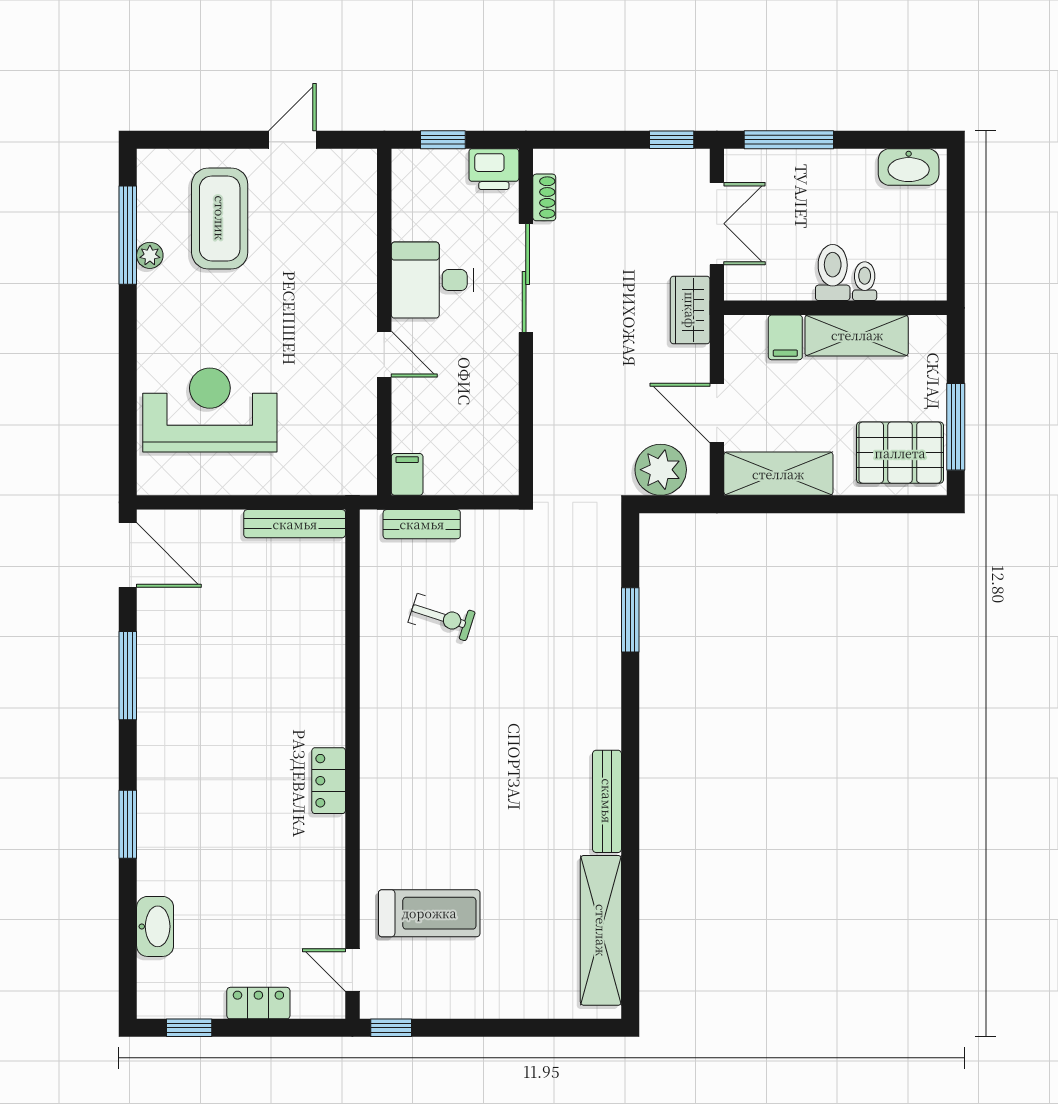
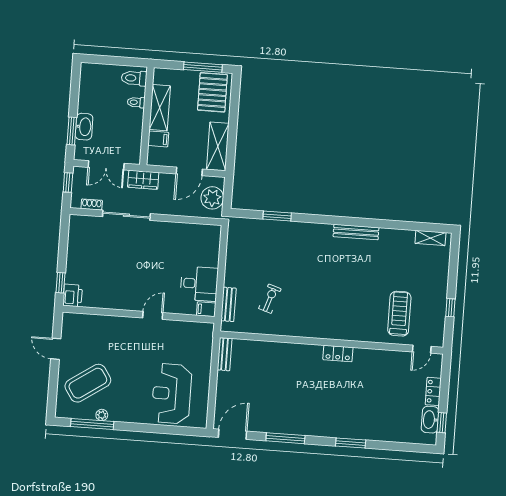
window: (789, 140) -> (72, 131), width x0.69
washbasin: (909, 167) -> (84, 127), moved
printer: (494, 169) -> (73, 295), moved
shoe rack: (544, 197) -> (92, 204), moved
coffee table: (220, 218) -> (88, 383), turned -34
double door: (717, 224) -> (106, 165), swing flipped
toilet: (833, 273) -> (134, 78), moved
sliding door: (526, 278) -> (126, 215), moved
desk: (432, 280) -> (199, 284), moved, turned -90
wall: (526, 322) -> (146, 217), moved
bench: (295, 524) -> (225, 354), width x0.73
washbasin: (155, 926) -> (430, 420), moved, turned -90
shelving: (601, 930) -> (430, 238), width x0.45, depth x0.75
window: (391, 1028) -> (450, 308), moved

